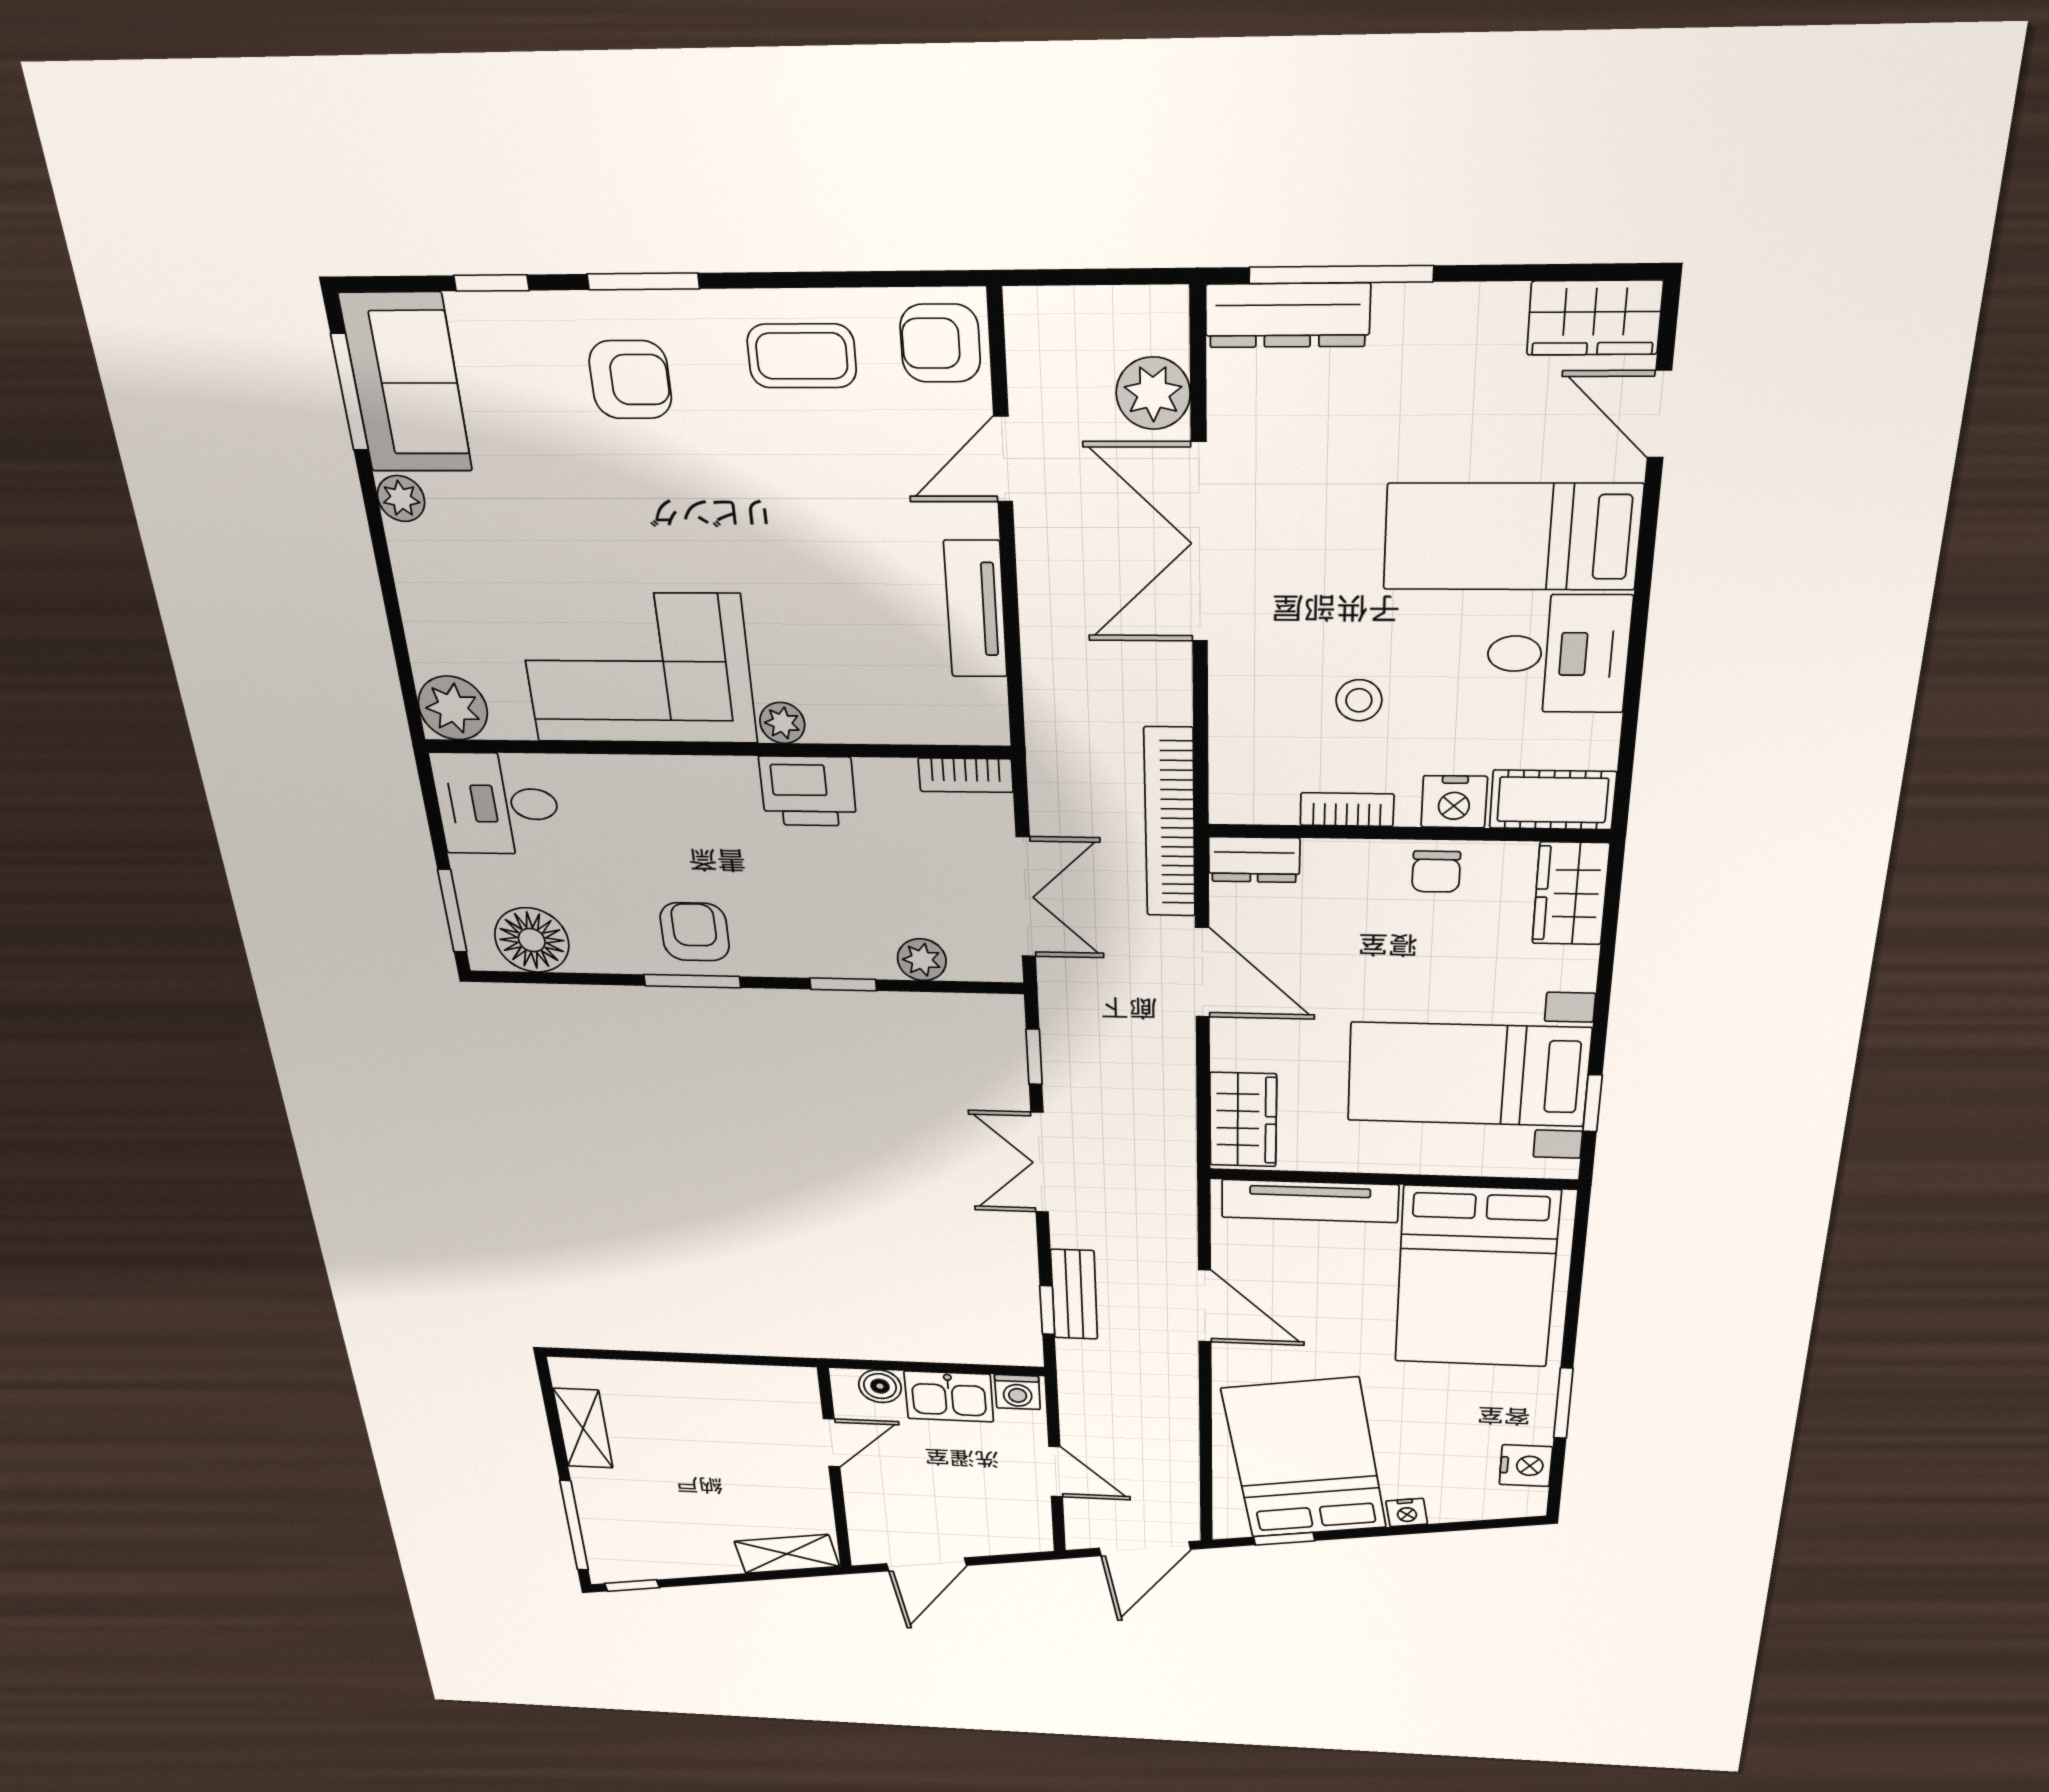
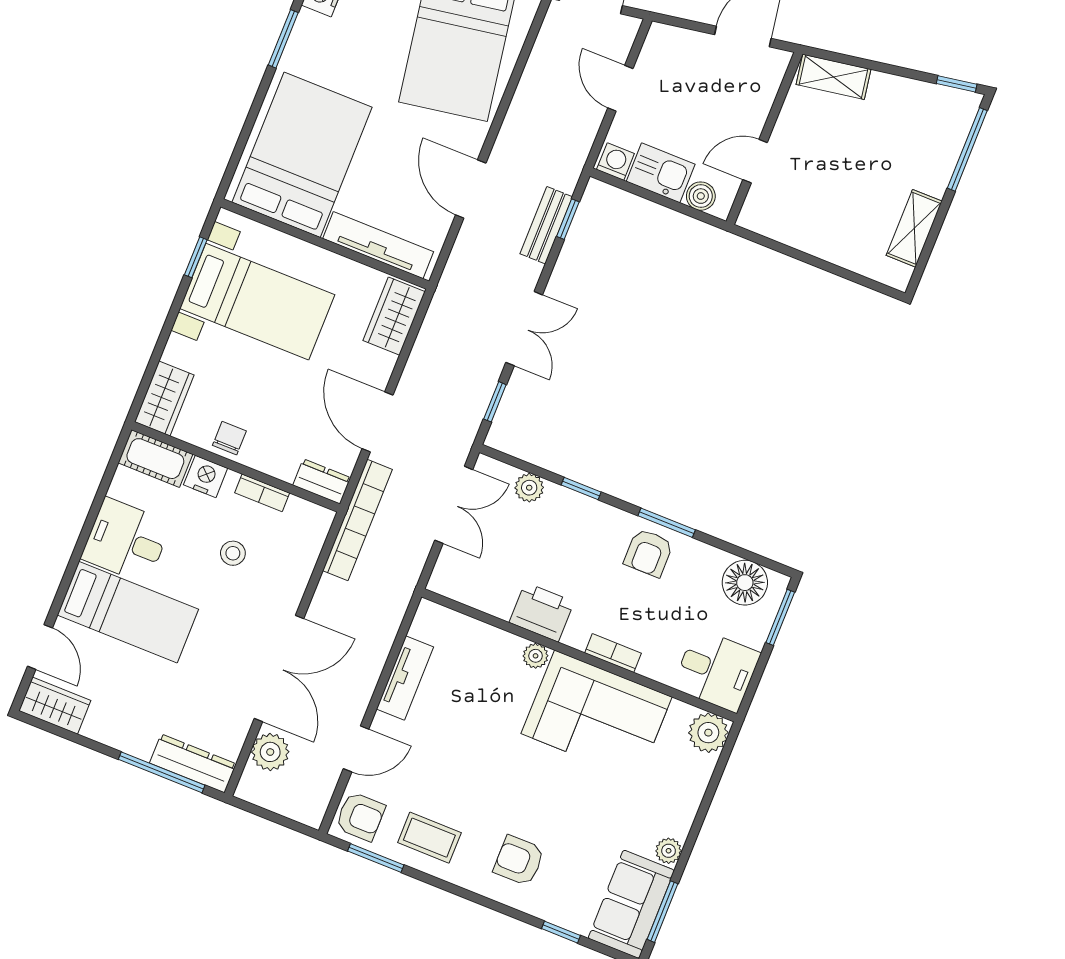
window: (643, 281) -> (376, 858), moved
bookcase: (966, 775) -> (613, 653), moved
double door: (1026, 897) -> (454, 505), swing flipped

